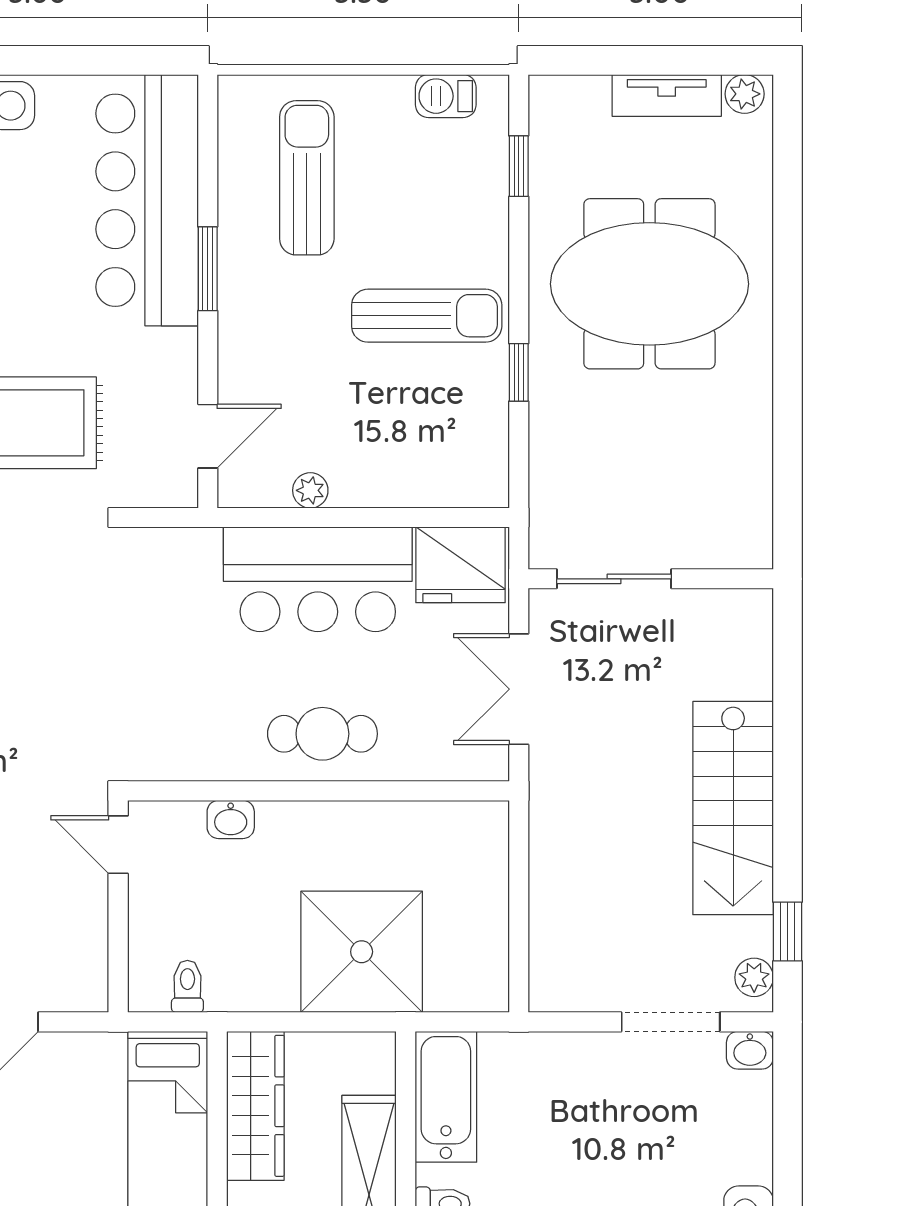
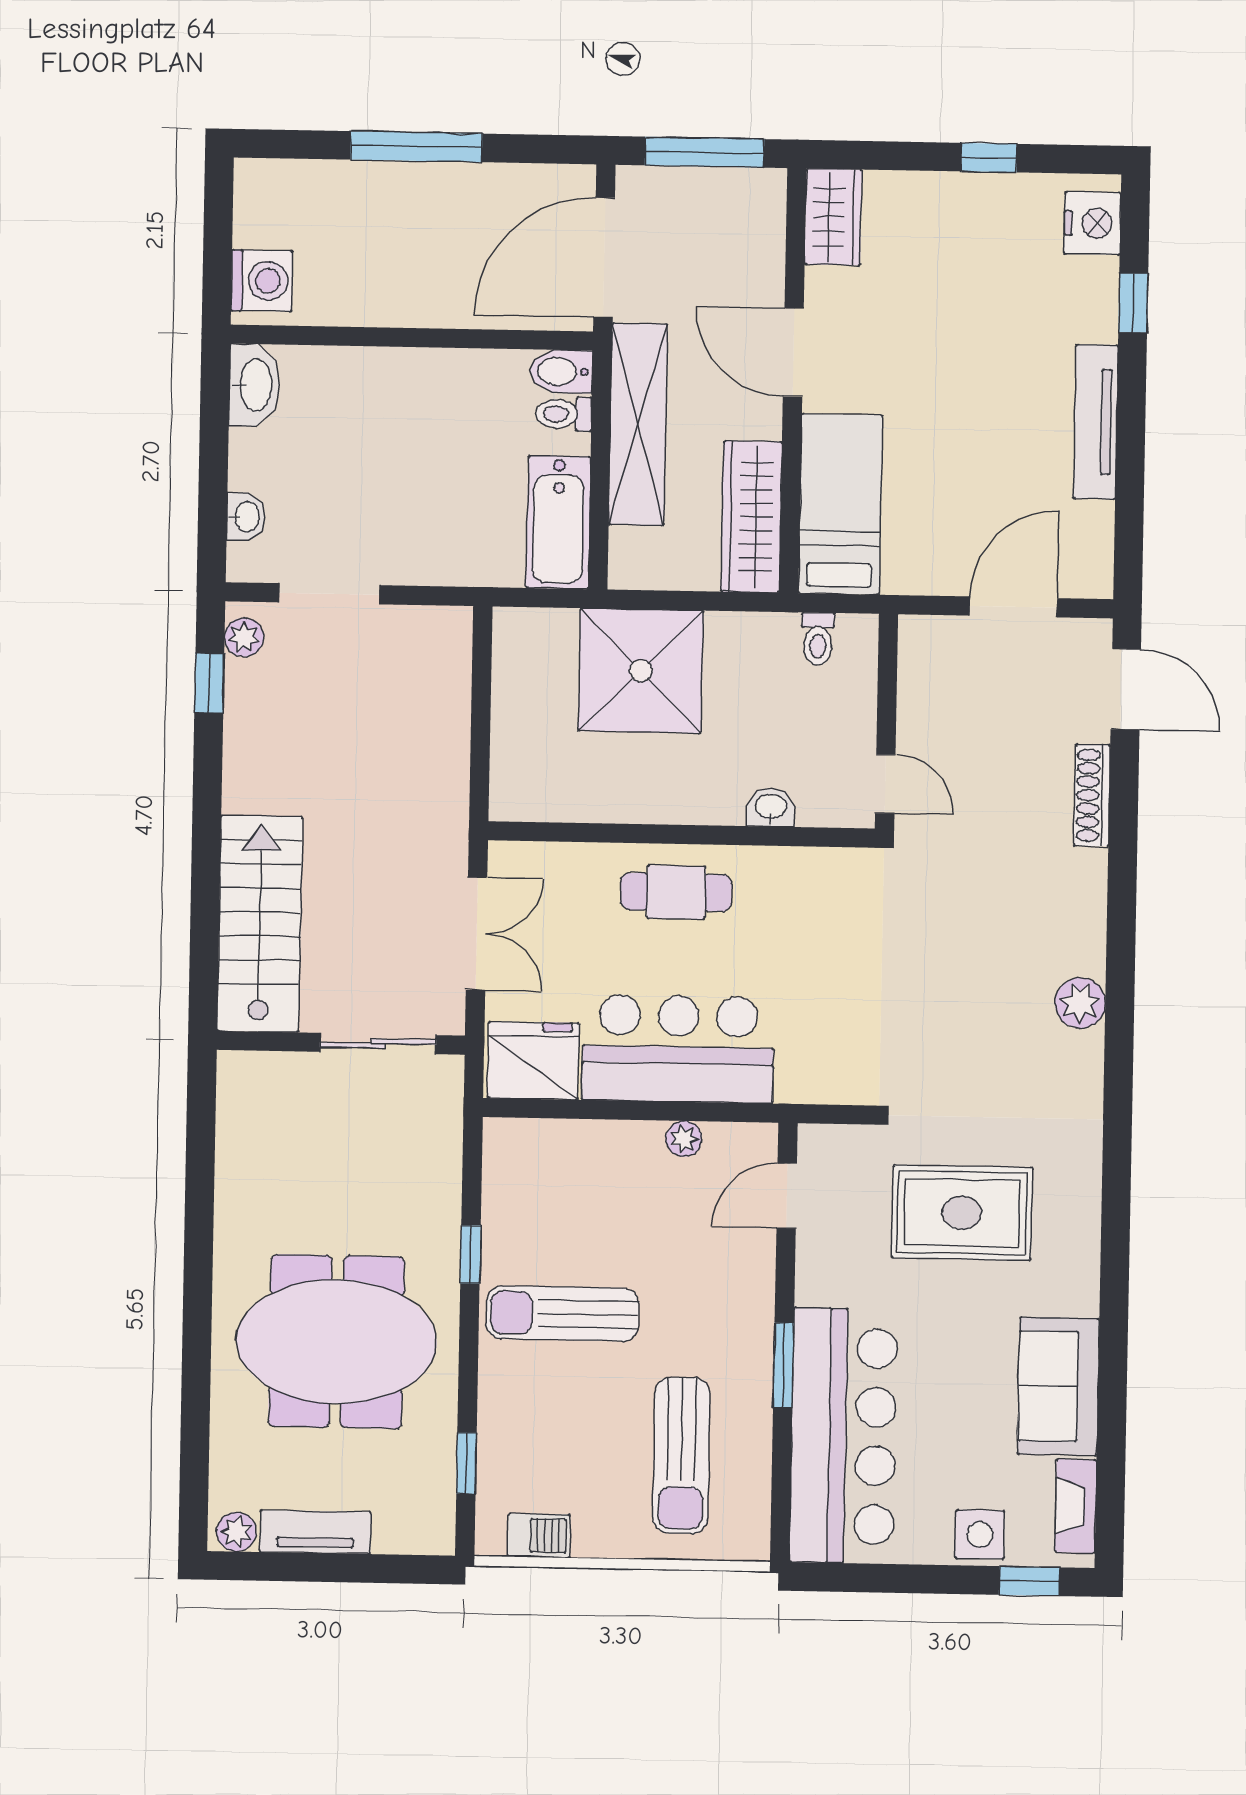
stairs: (733, 808) -> (260, 924), moved
washbasin: (750, 1050) -> (246, 517), moved, turned 90

